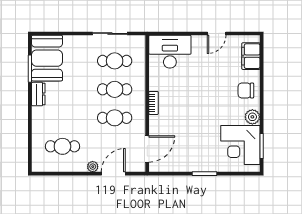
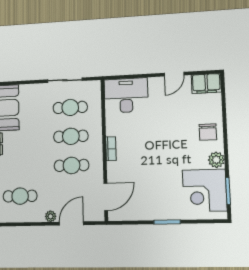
filing cabinet: (251, 56) -> (206, 83), moved, turned -90
chair: (246, 91) -> (208, 132), turned -90

